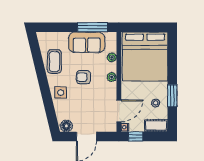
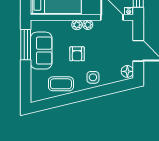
plant: (112, 57) -> (88, 25), moved

